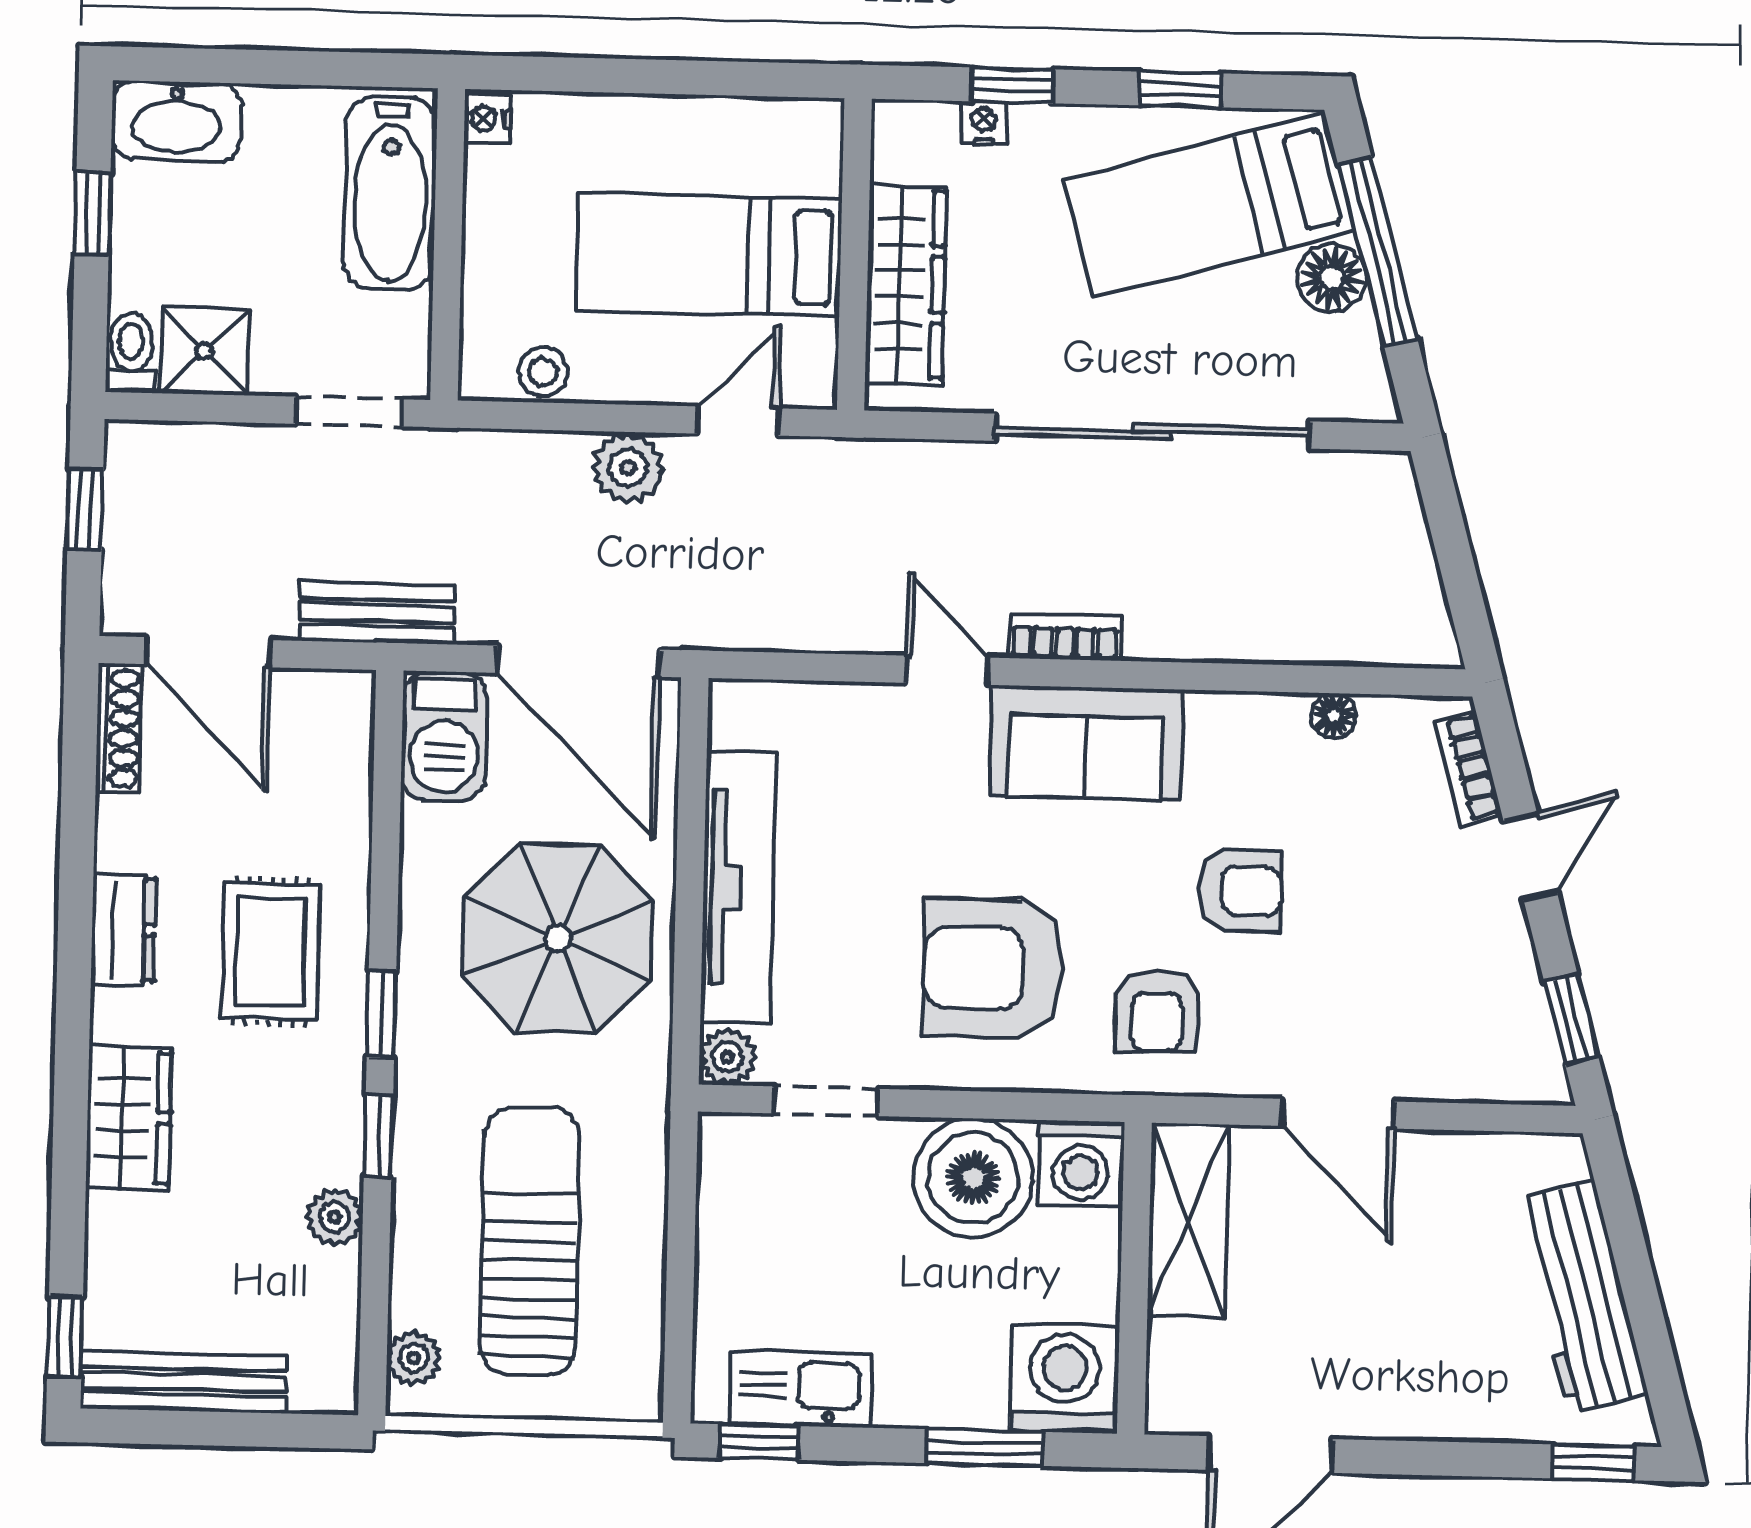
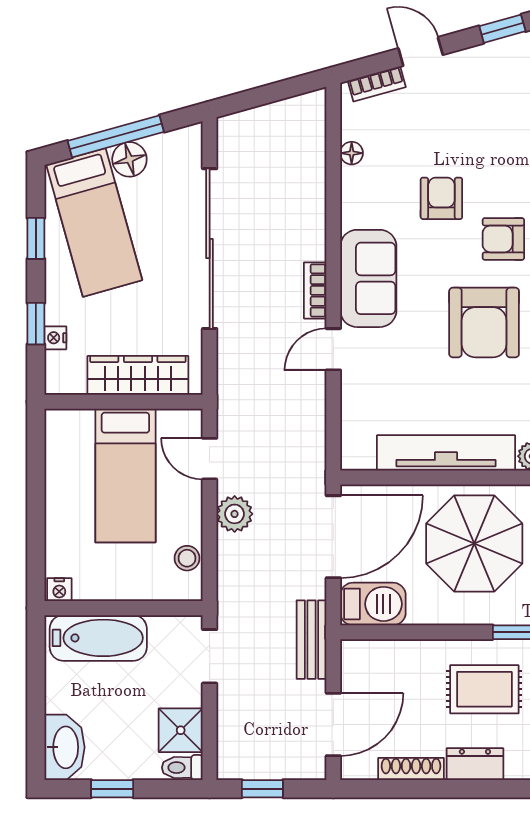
shoe rack: (119, 728) -> (411, 769), moved
armchair: (1157, 1011) -> (503, 239), turned 180

